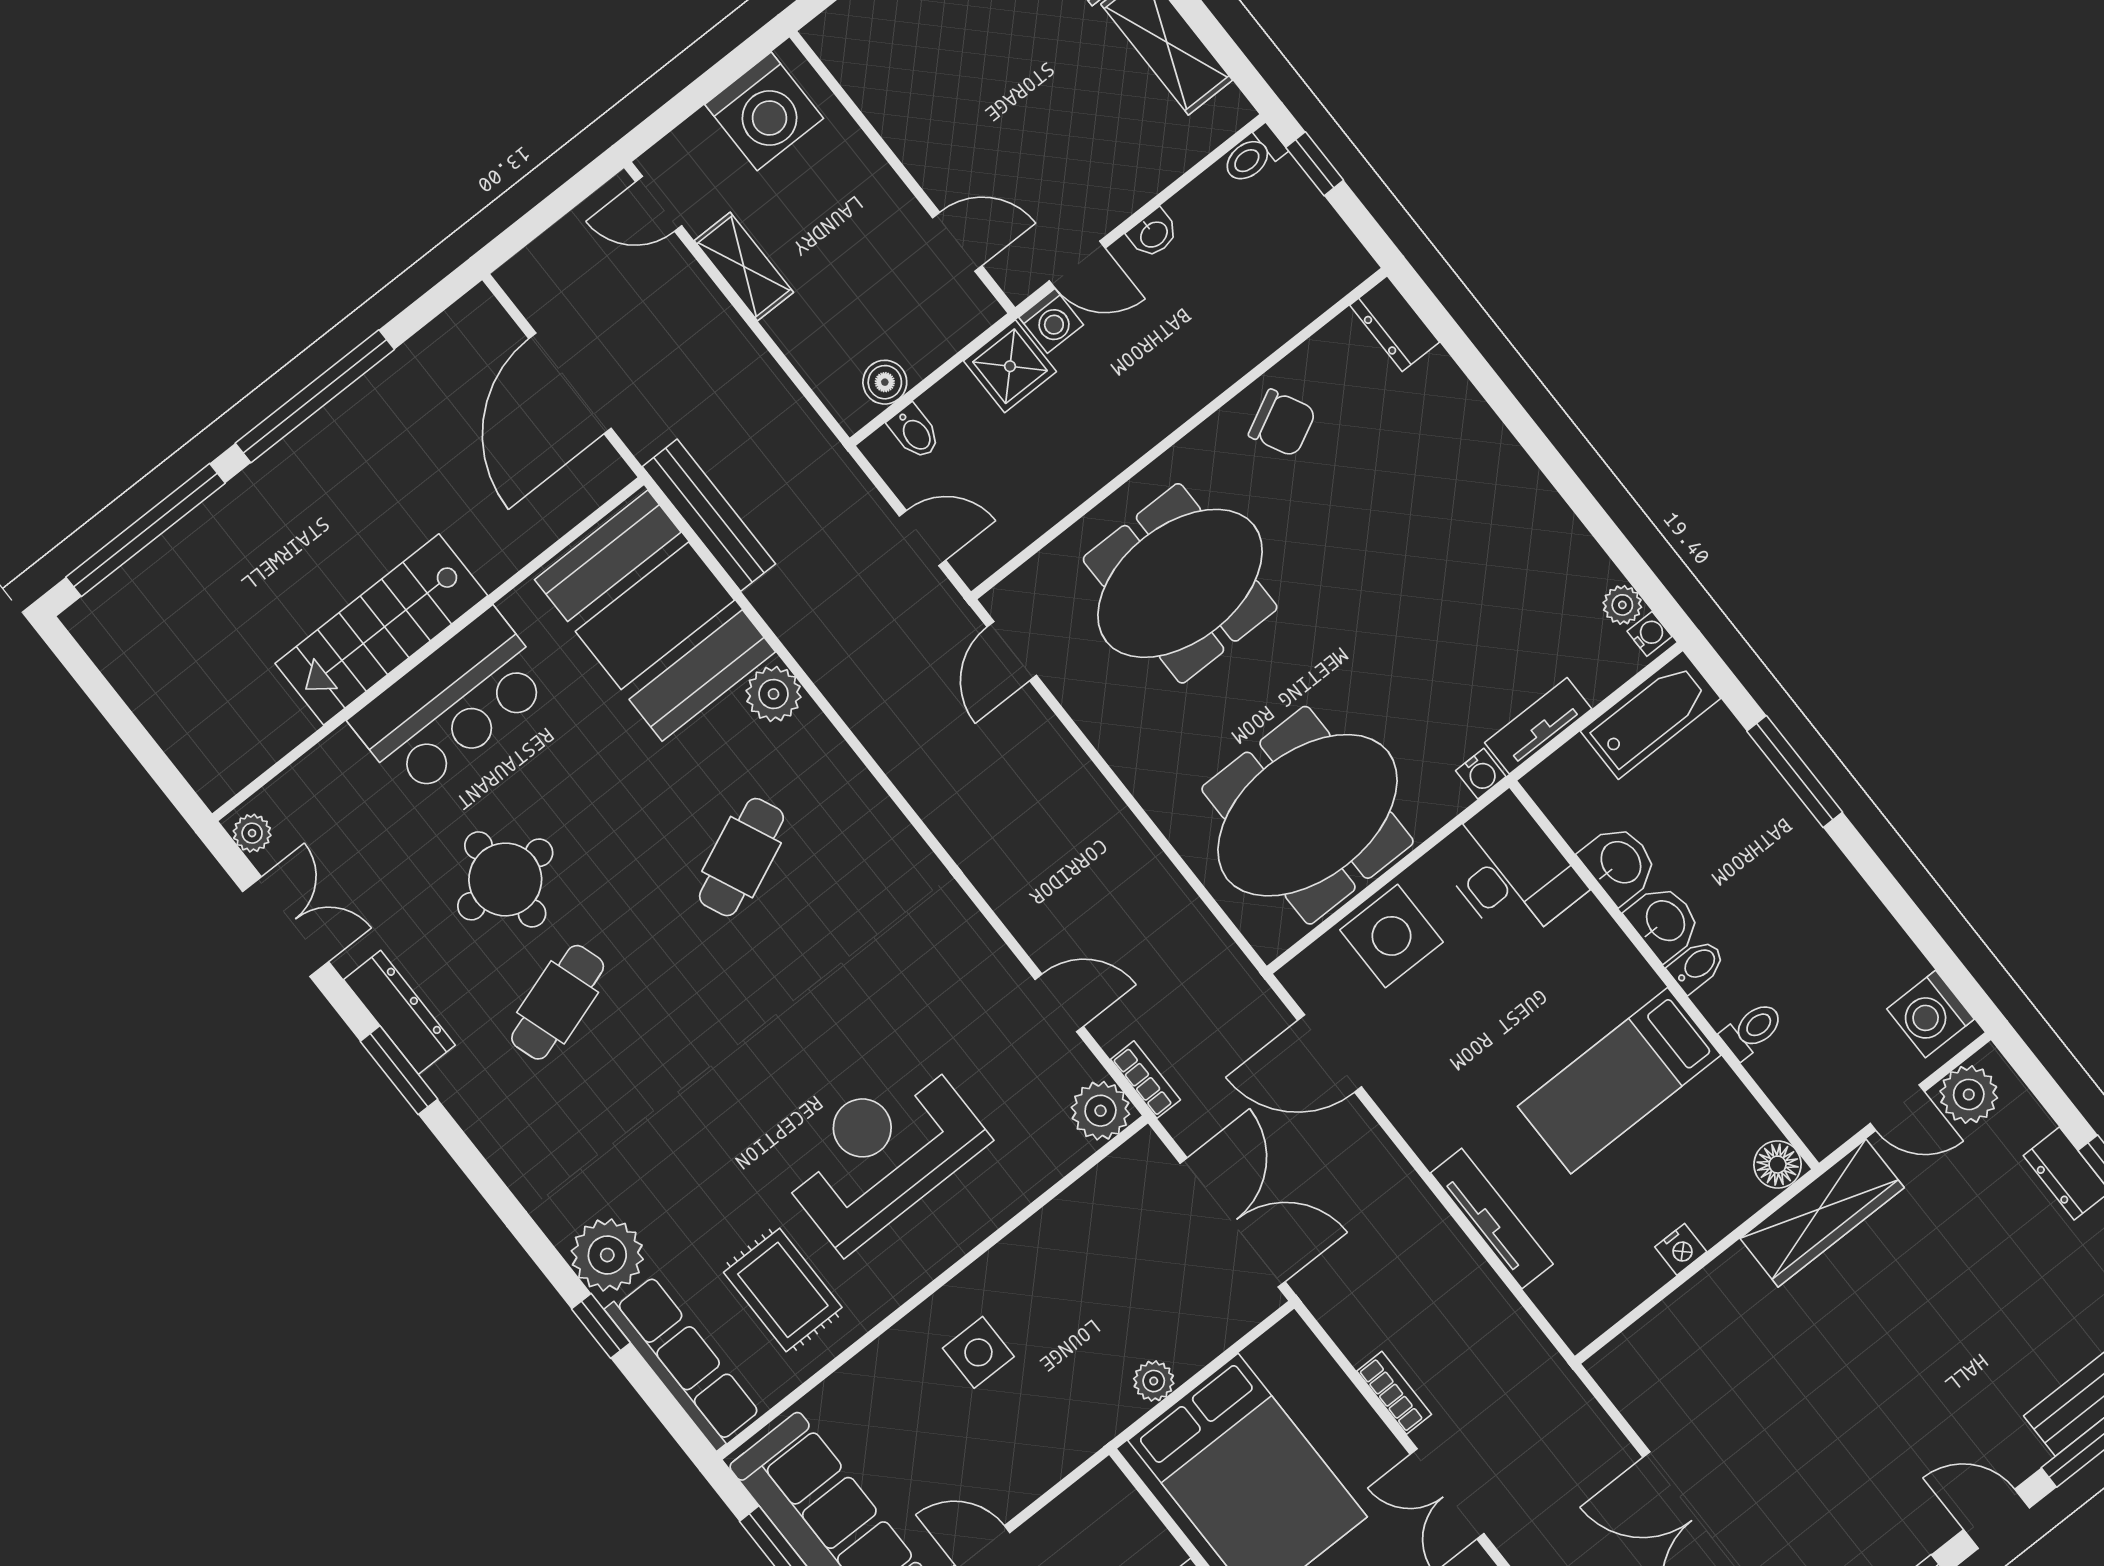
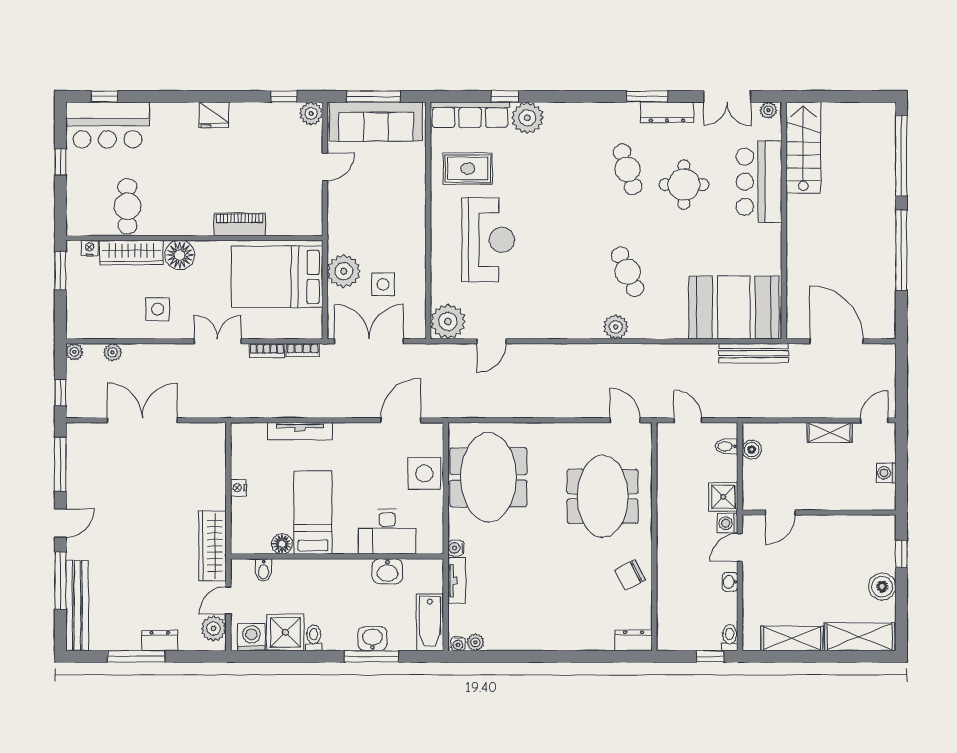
washing machine: (764, 111) -> (886, 473), width x0.53, depth x0.53
door: (923, 538) -> (688, 420), swing flipped
stairs: (381, 629) -> (803, 148), moved
plant: (774, 694) -> (616, 327), moved
bar counter: (452, 703) -> (759, 182), moved
desk: (1510, 870) -> (387, 532), moved
washbasin: (1664, 922) -> (372, 639), moved, turned 180
shower: (1874, 960) -> (285, 632), added
bidet: (1697, 966) -> (263, 570), moved
toilet: (1752, 1030) -> (314, 638), moved, turned 180
bookcase: (1145, 1080) -> (303, 350), moved
plant: (1100, 1111) -> (448, 321), width x1.36, depth x1.36
floor lamp: (1778, 1165) -> (282, 544), moved
double door: (1233, 1222) -> (369, 341), swing flipped
side table: (978, 1352) -> (383, 284), moved
plant: (1154, 1381) -> (344, 271), width x1.87, depth x1.87

